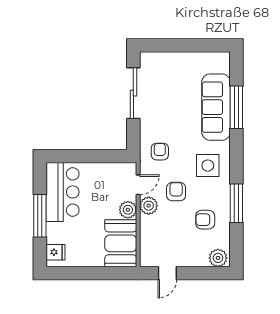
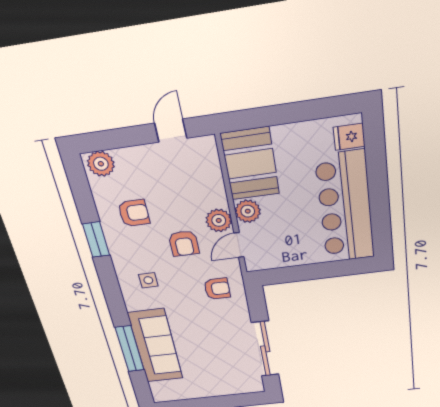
armchair: (160, 152) -> (217, 289), turned -90
side table: (208, 166) -> (148, 280), width x0.54, depth x0.54
bar counter: (63, 192) -> (345, 208), width x1.36
window: (236, 203) -> (96, 240), width x0.69
window: (40, 216) -> (378, 186), removed

